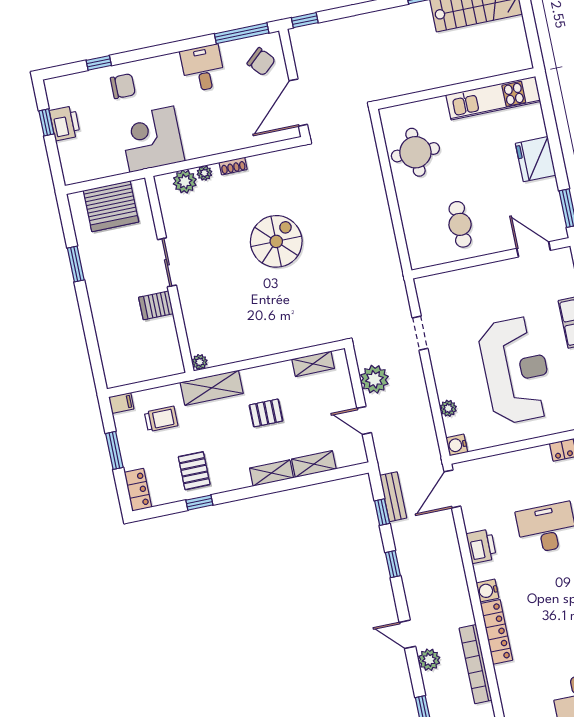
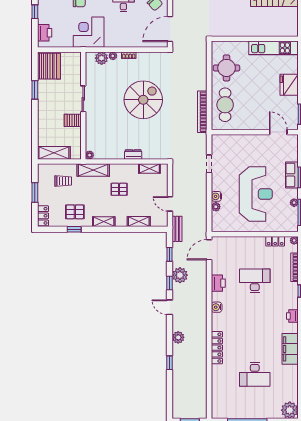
printer: (65, 123) -> (45, 33), moved
server rack: (111, 206) -> (49, 66), moved, turned -90
cafe table: (460, 224) -> (225, 105), moved, width x1.37, depth x1.35
spiral stairs: (276, 241) -> (143, 100), width x1.37, depth x1.37
dresser: (279, 345) -> (133, 154), added
shelving: (134, 371) -> (54, 153), added
plant: (374, 379) -> (180, 275), moved
filing cabinet: (121, 403) -> (44, 168), removed
water cooler: (457, 445) -> (216, 196), moved
pallet: (194, 471) -> (75, 212), turned 90
shelving: (272, 473) -> (104, 222), moved
bench: (393, 497) -> (177, 229), moved
locker: (497, 632) -> (217, 348), moved
door: (407, 634) -> (170, 307), moved
bookcase: (476, 664) -> (202, 112), moved

